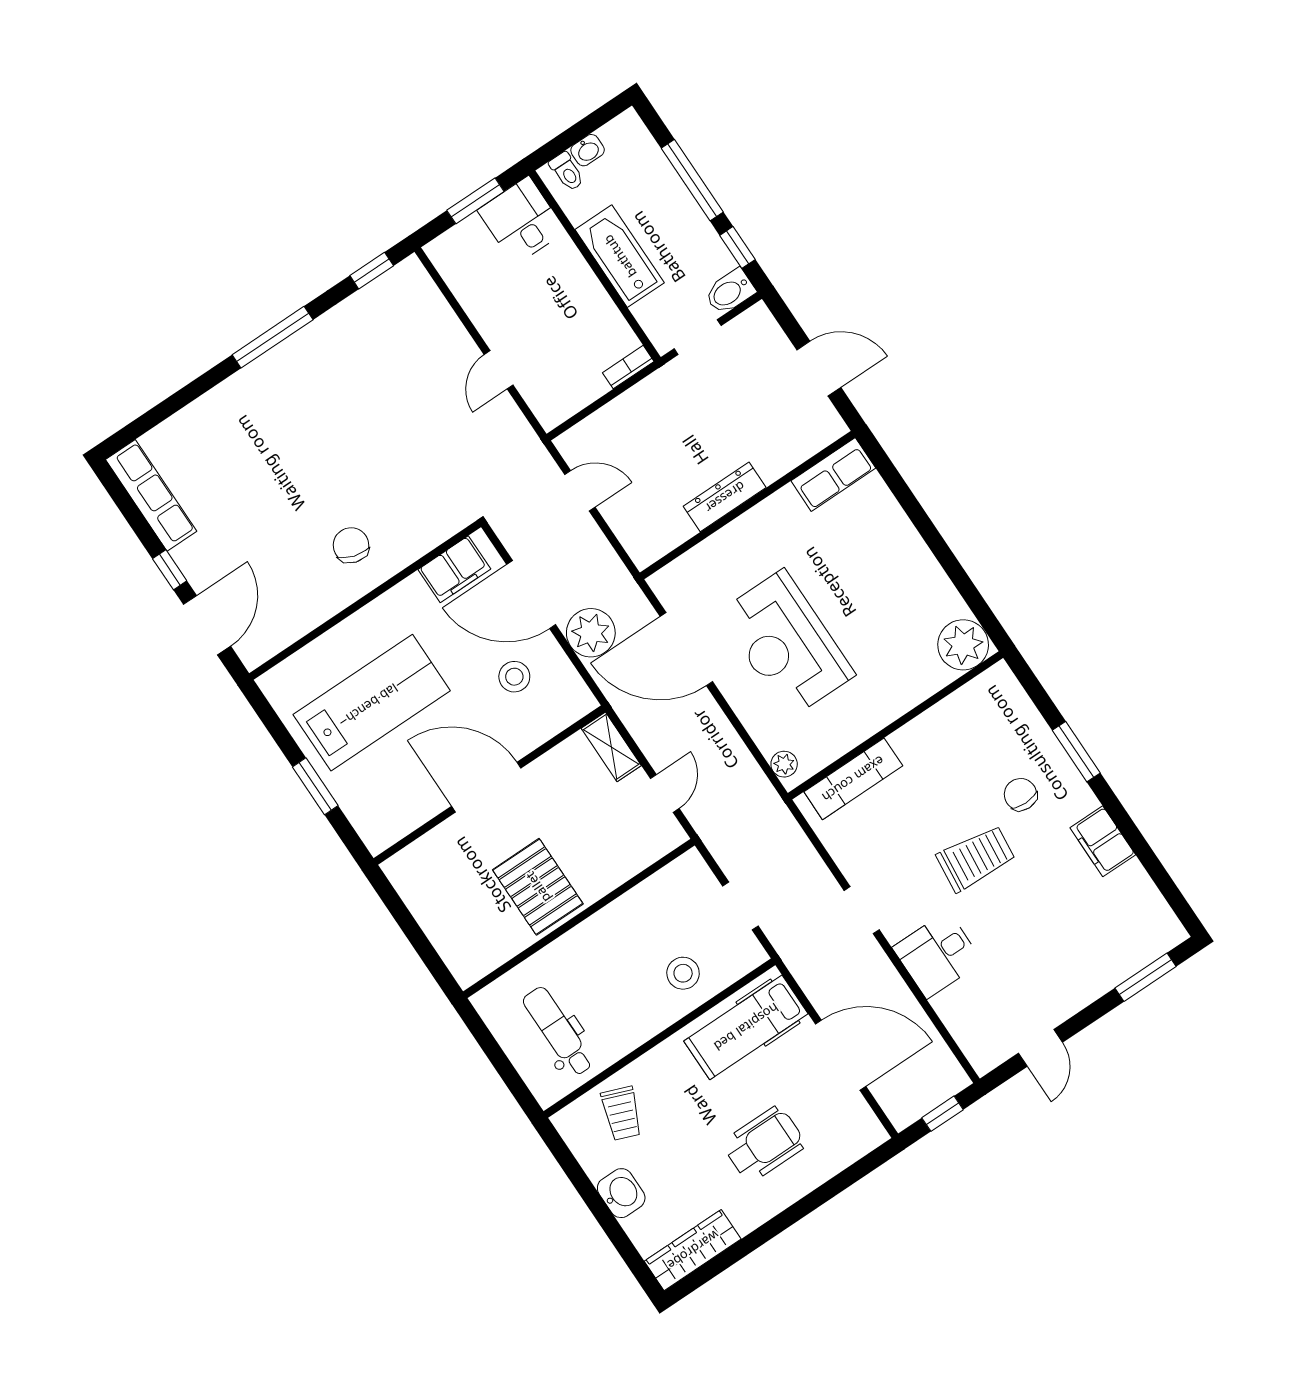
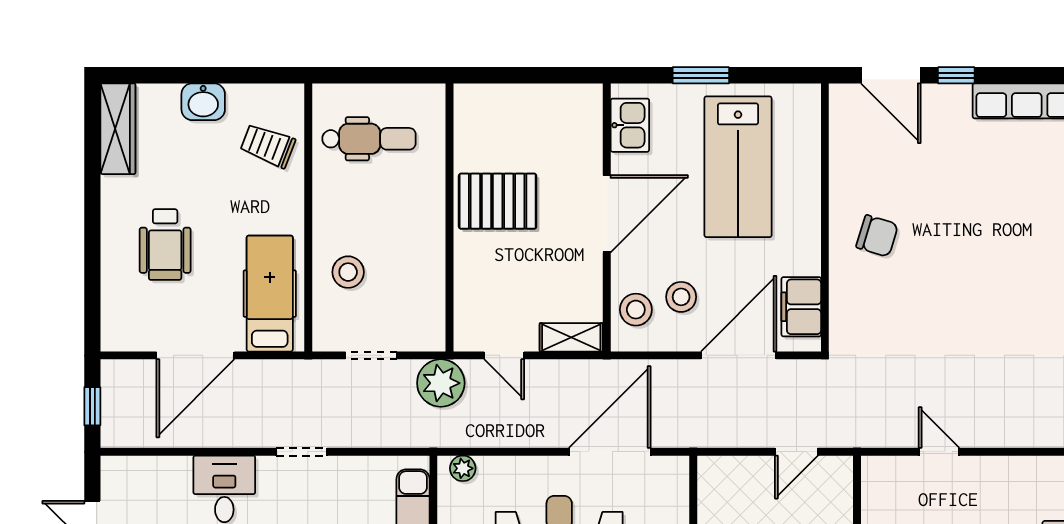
plant: (591, 633) -> (441, 383), moved
stool: (551, 708) -> (636, 310), added
kitchen sink: (398, 818) -> (630, 125), added

